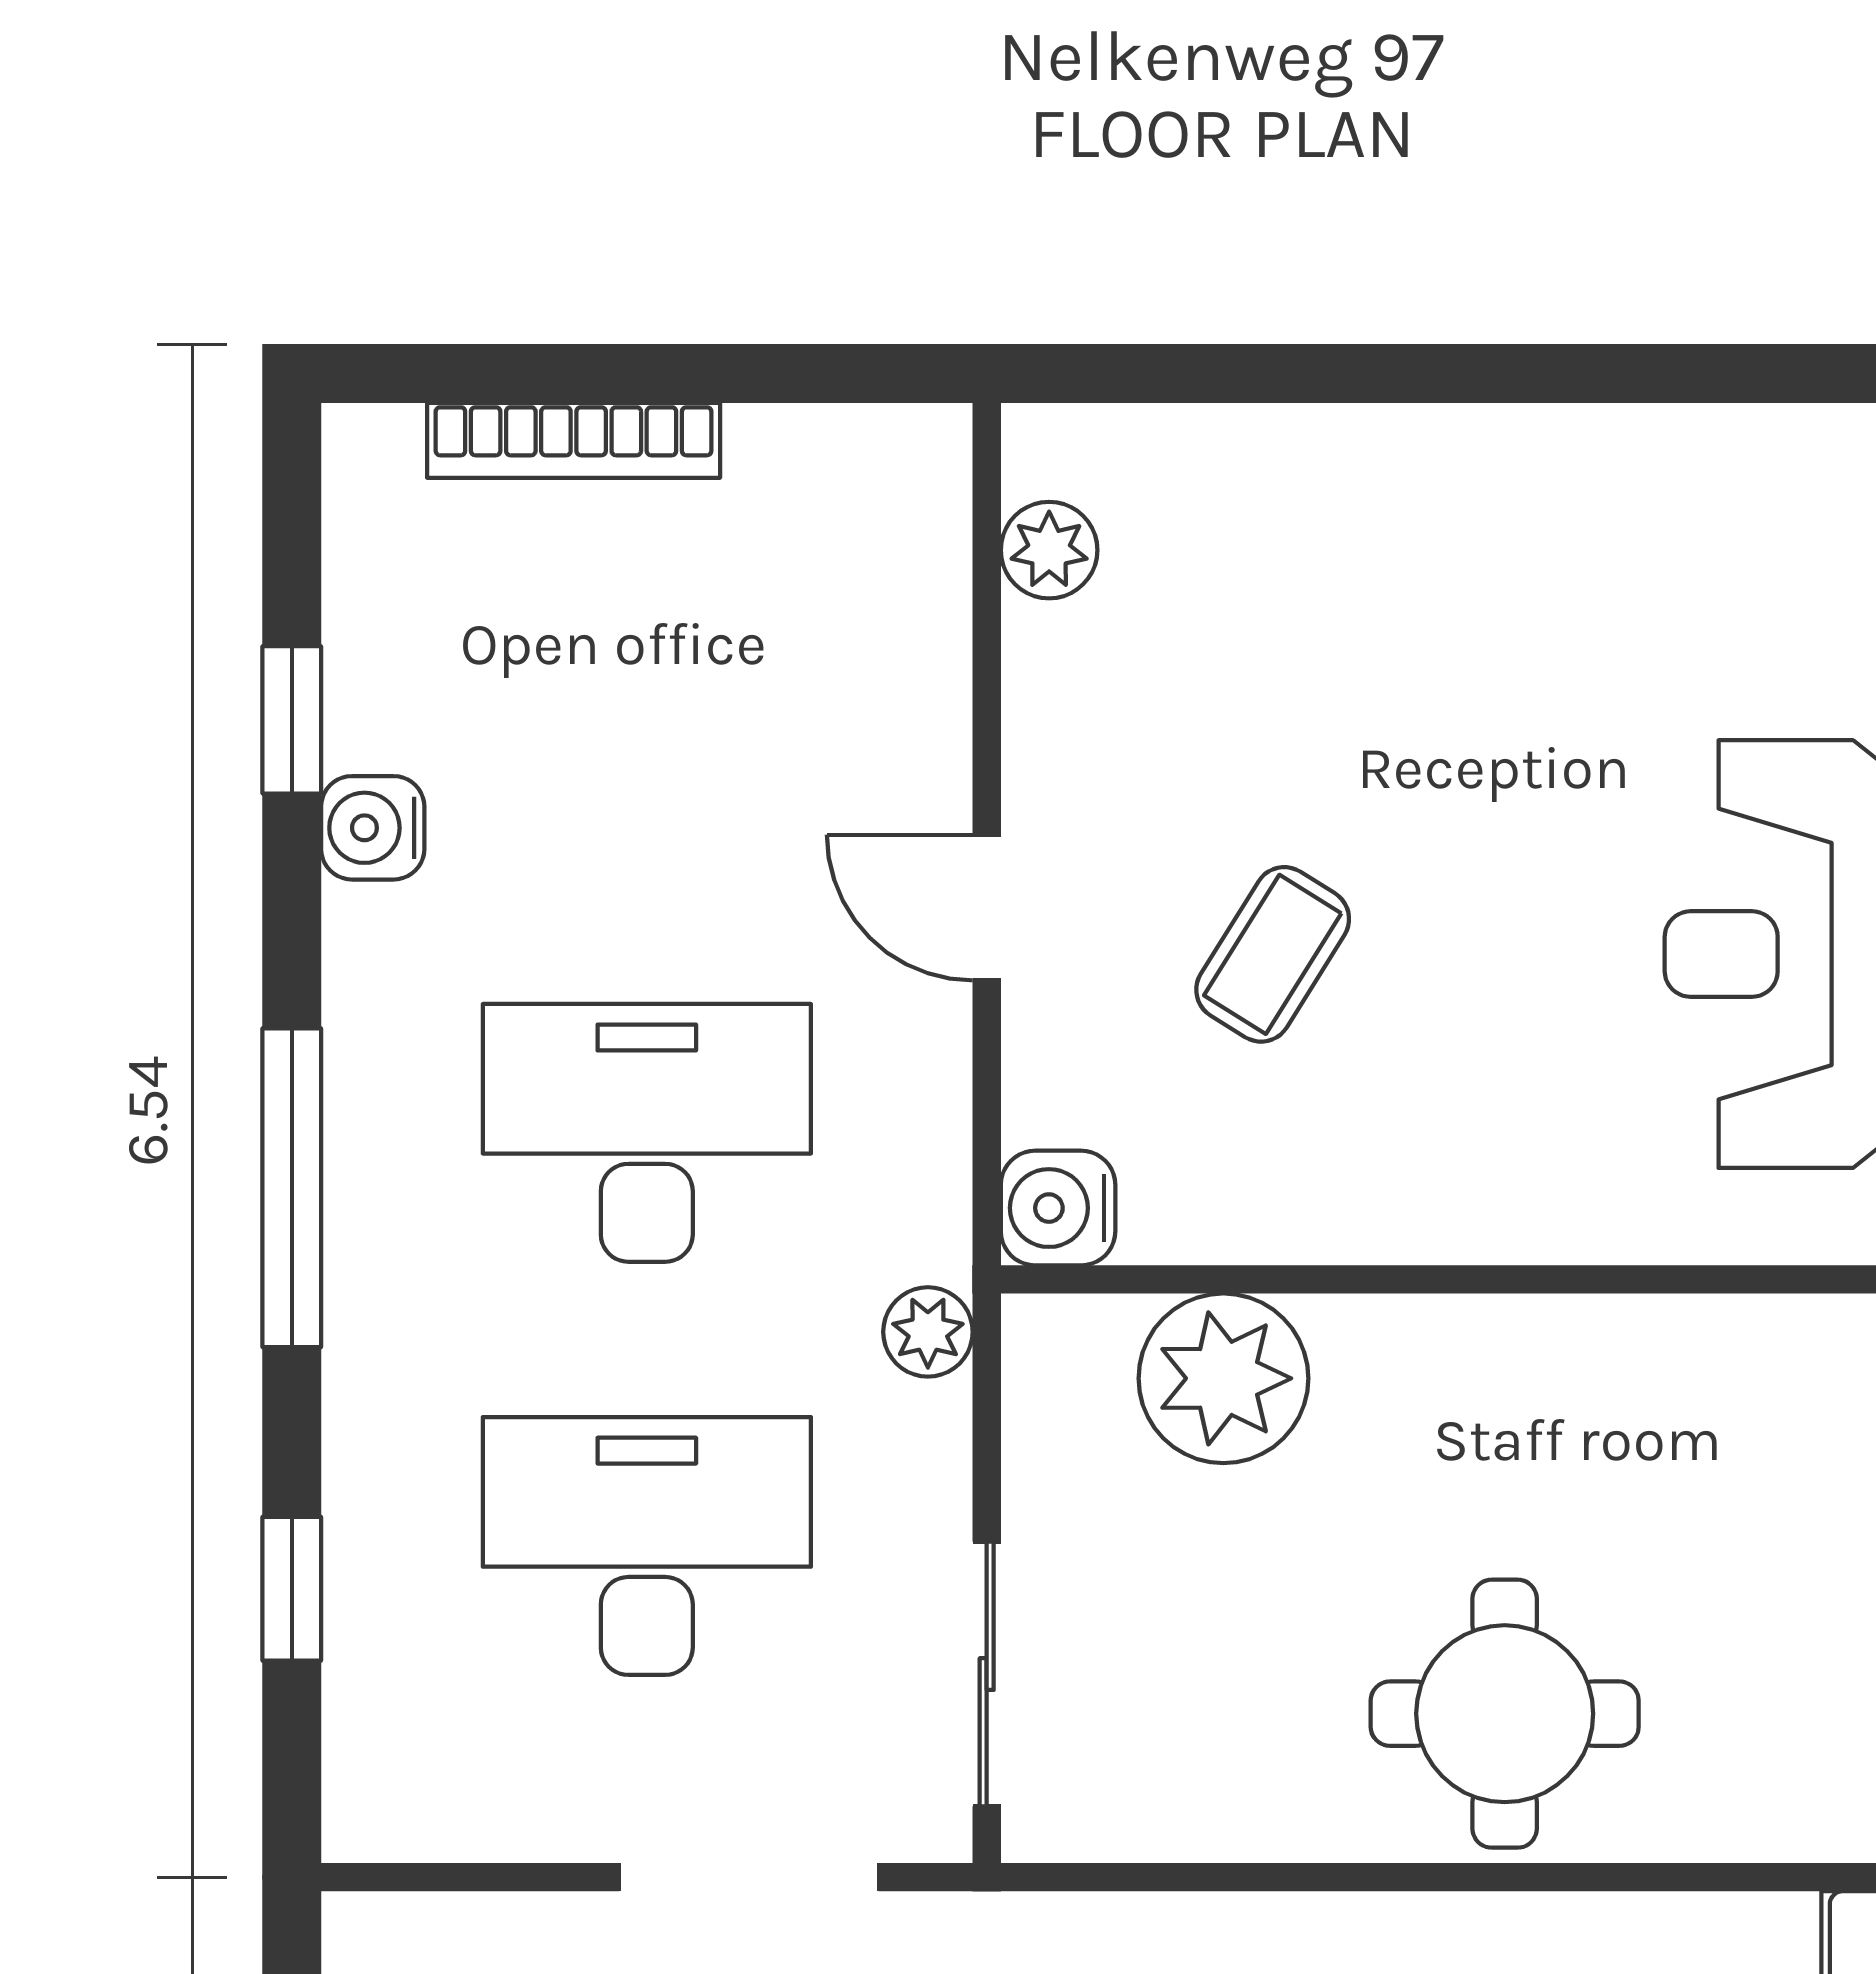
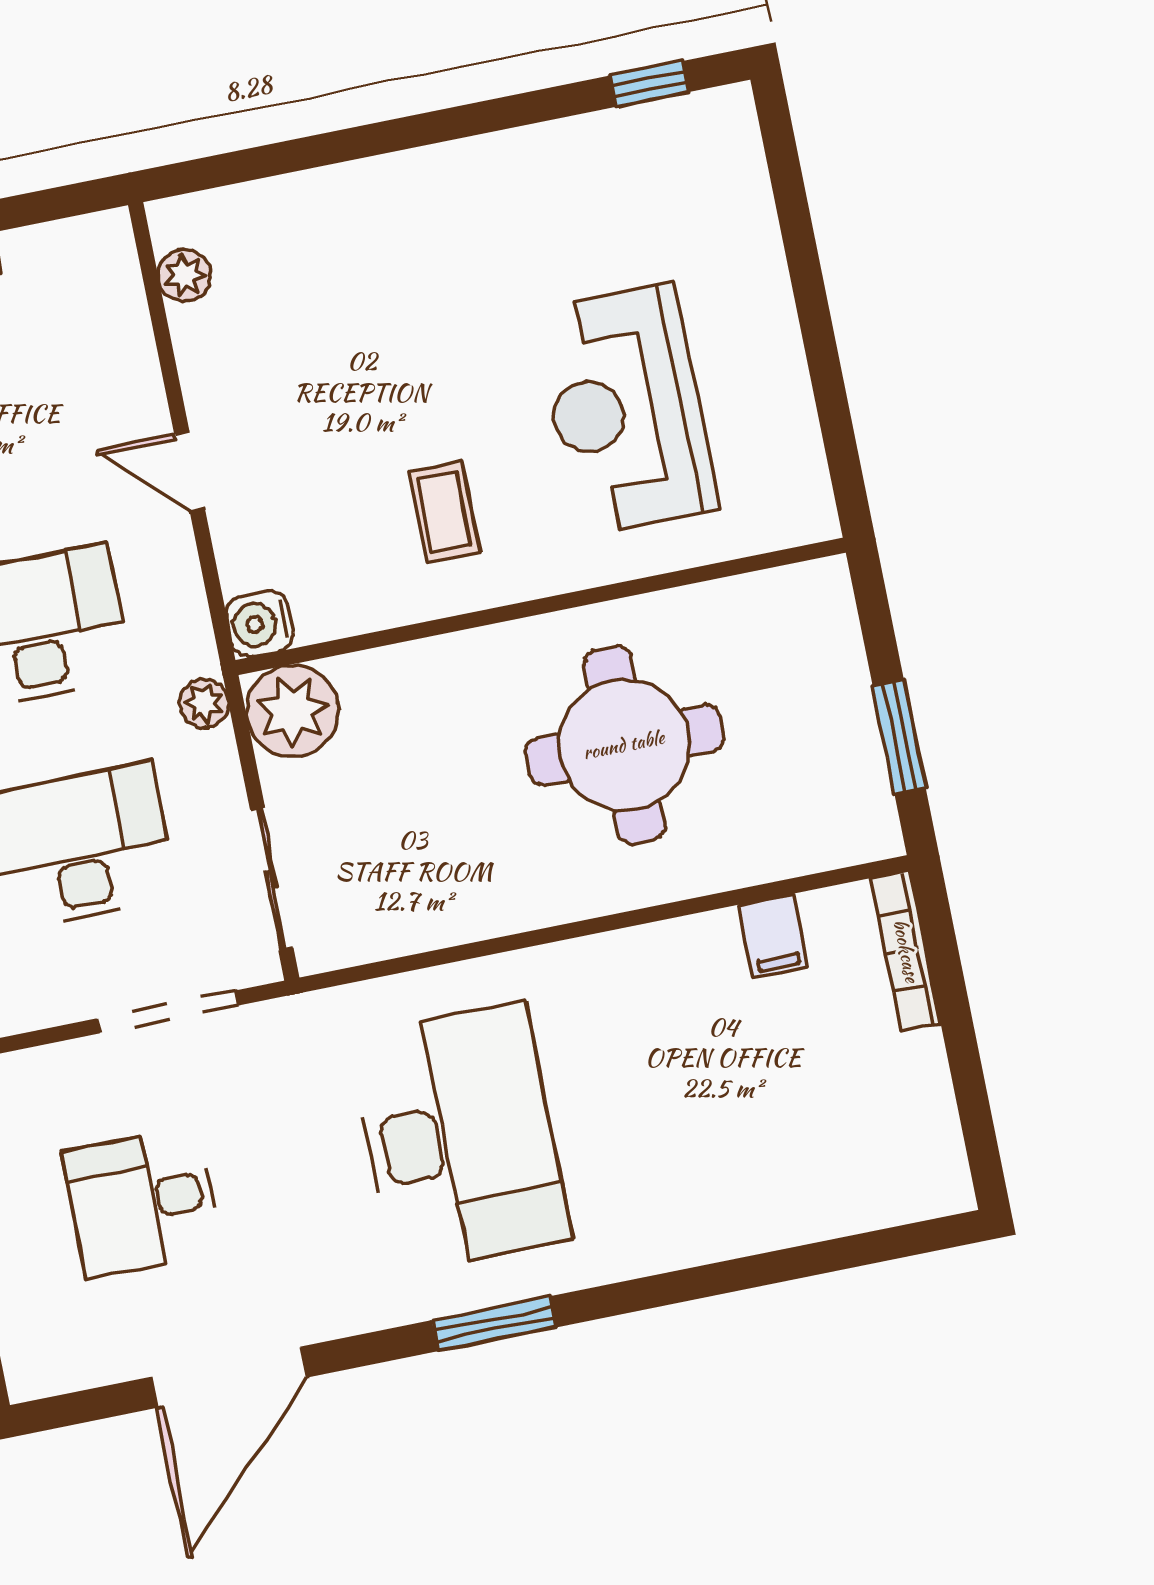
coffee table: (1273, 954) -> (444, 512), moved, turned -32
plant: (1223, 1378) -> (293, 711), moved
round table: (1505, 1714) -> (624, 745), moved, width x1.36, depth x1.36

